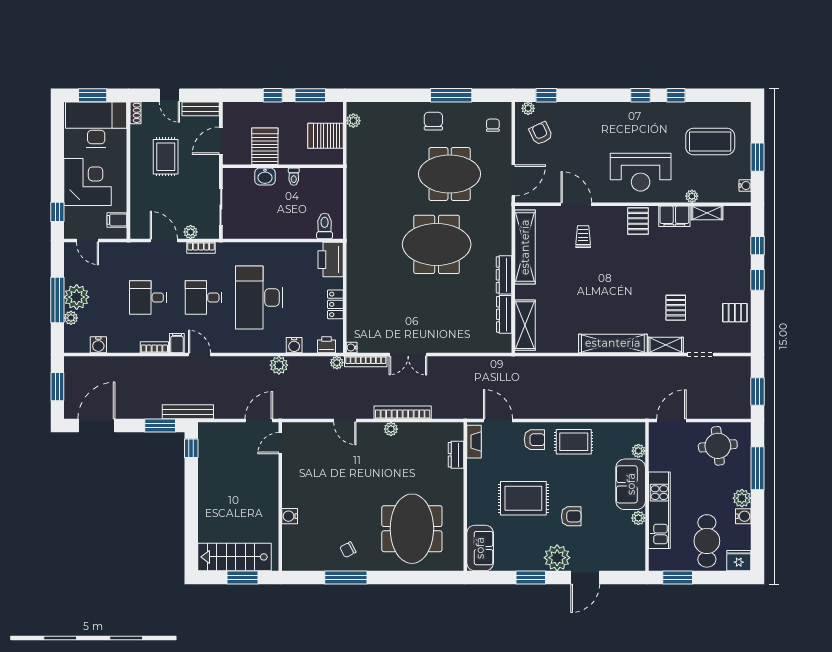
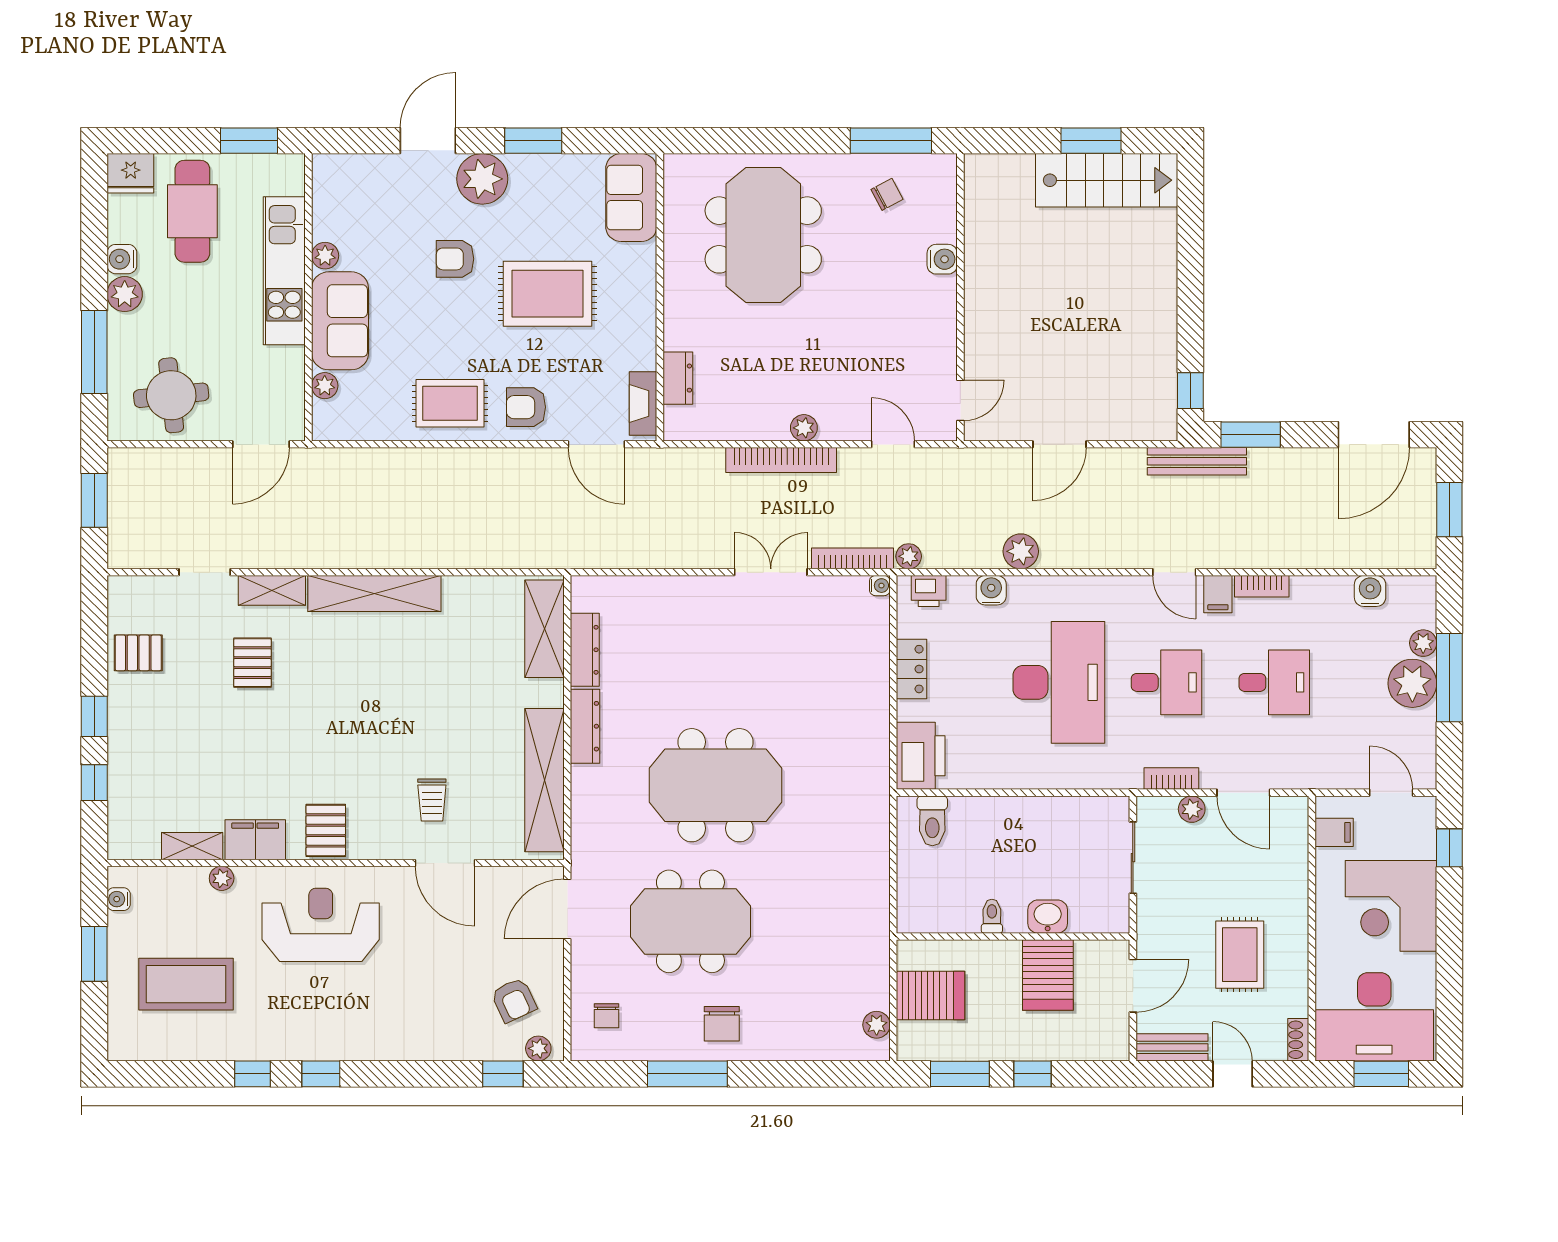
door: (280, 443) -> (960, 400), moved
wall: (280, 496) -> (960, 297), moved
water cooler: (290, 516) -> (942, 259), moved

